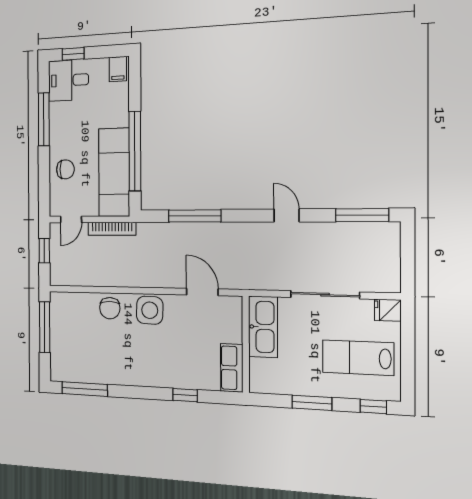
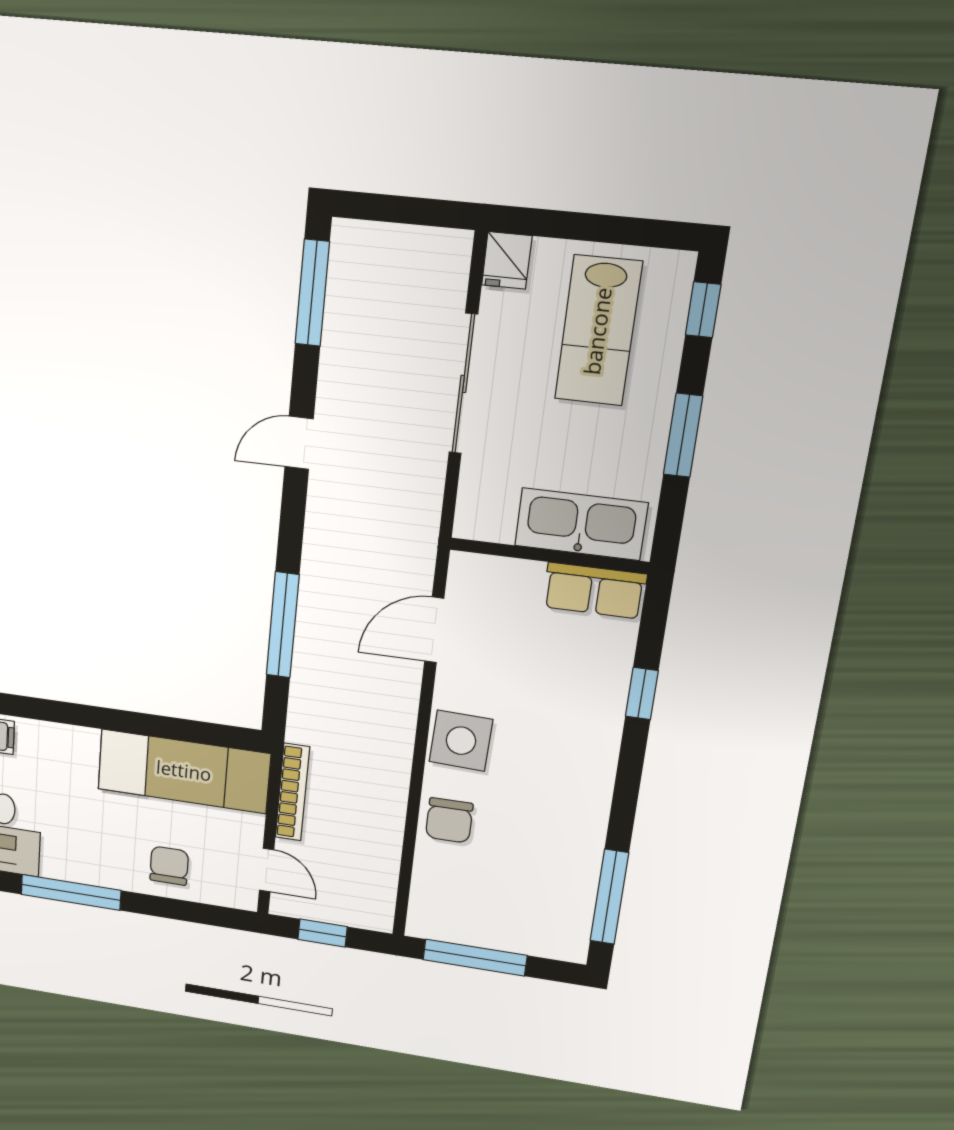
window: (135, 151) -> (147, 725), removed
chair: (110, 308) -> (449, 820), turned 90
kitchen sink: (263, 327) -> (581, 524), moved

